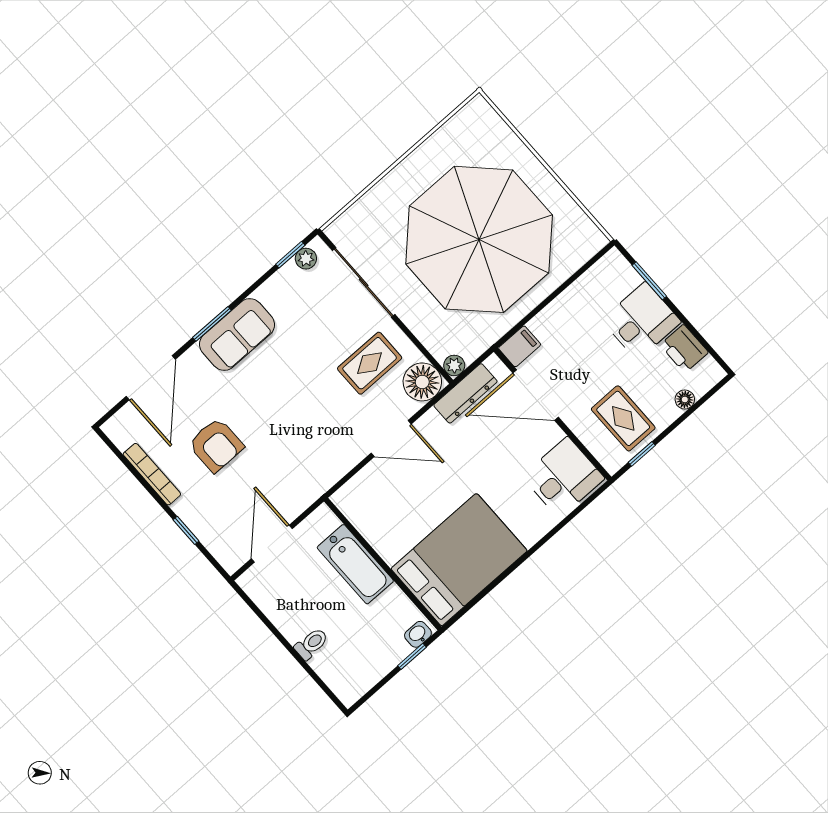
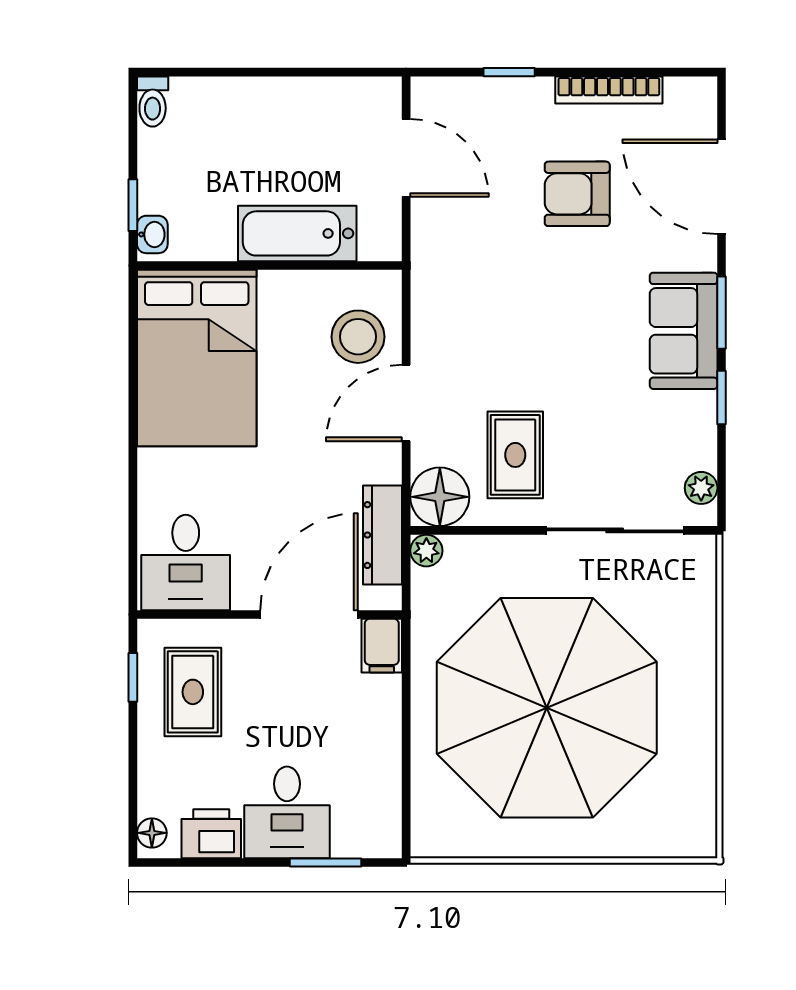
window: (290, 255) -> (721, 398), moved
floor lamp: (685, 399) -> (152, 833), moved
rug: (623, 418) -> (193, 692), turned 90
stool: (380, 490) -> (358, 337), added
toilet: (311, 644) -> (153, 102), moved

